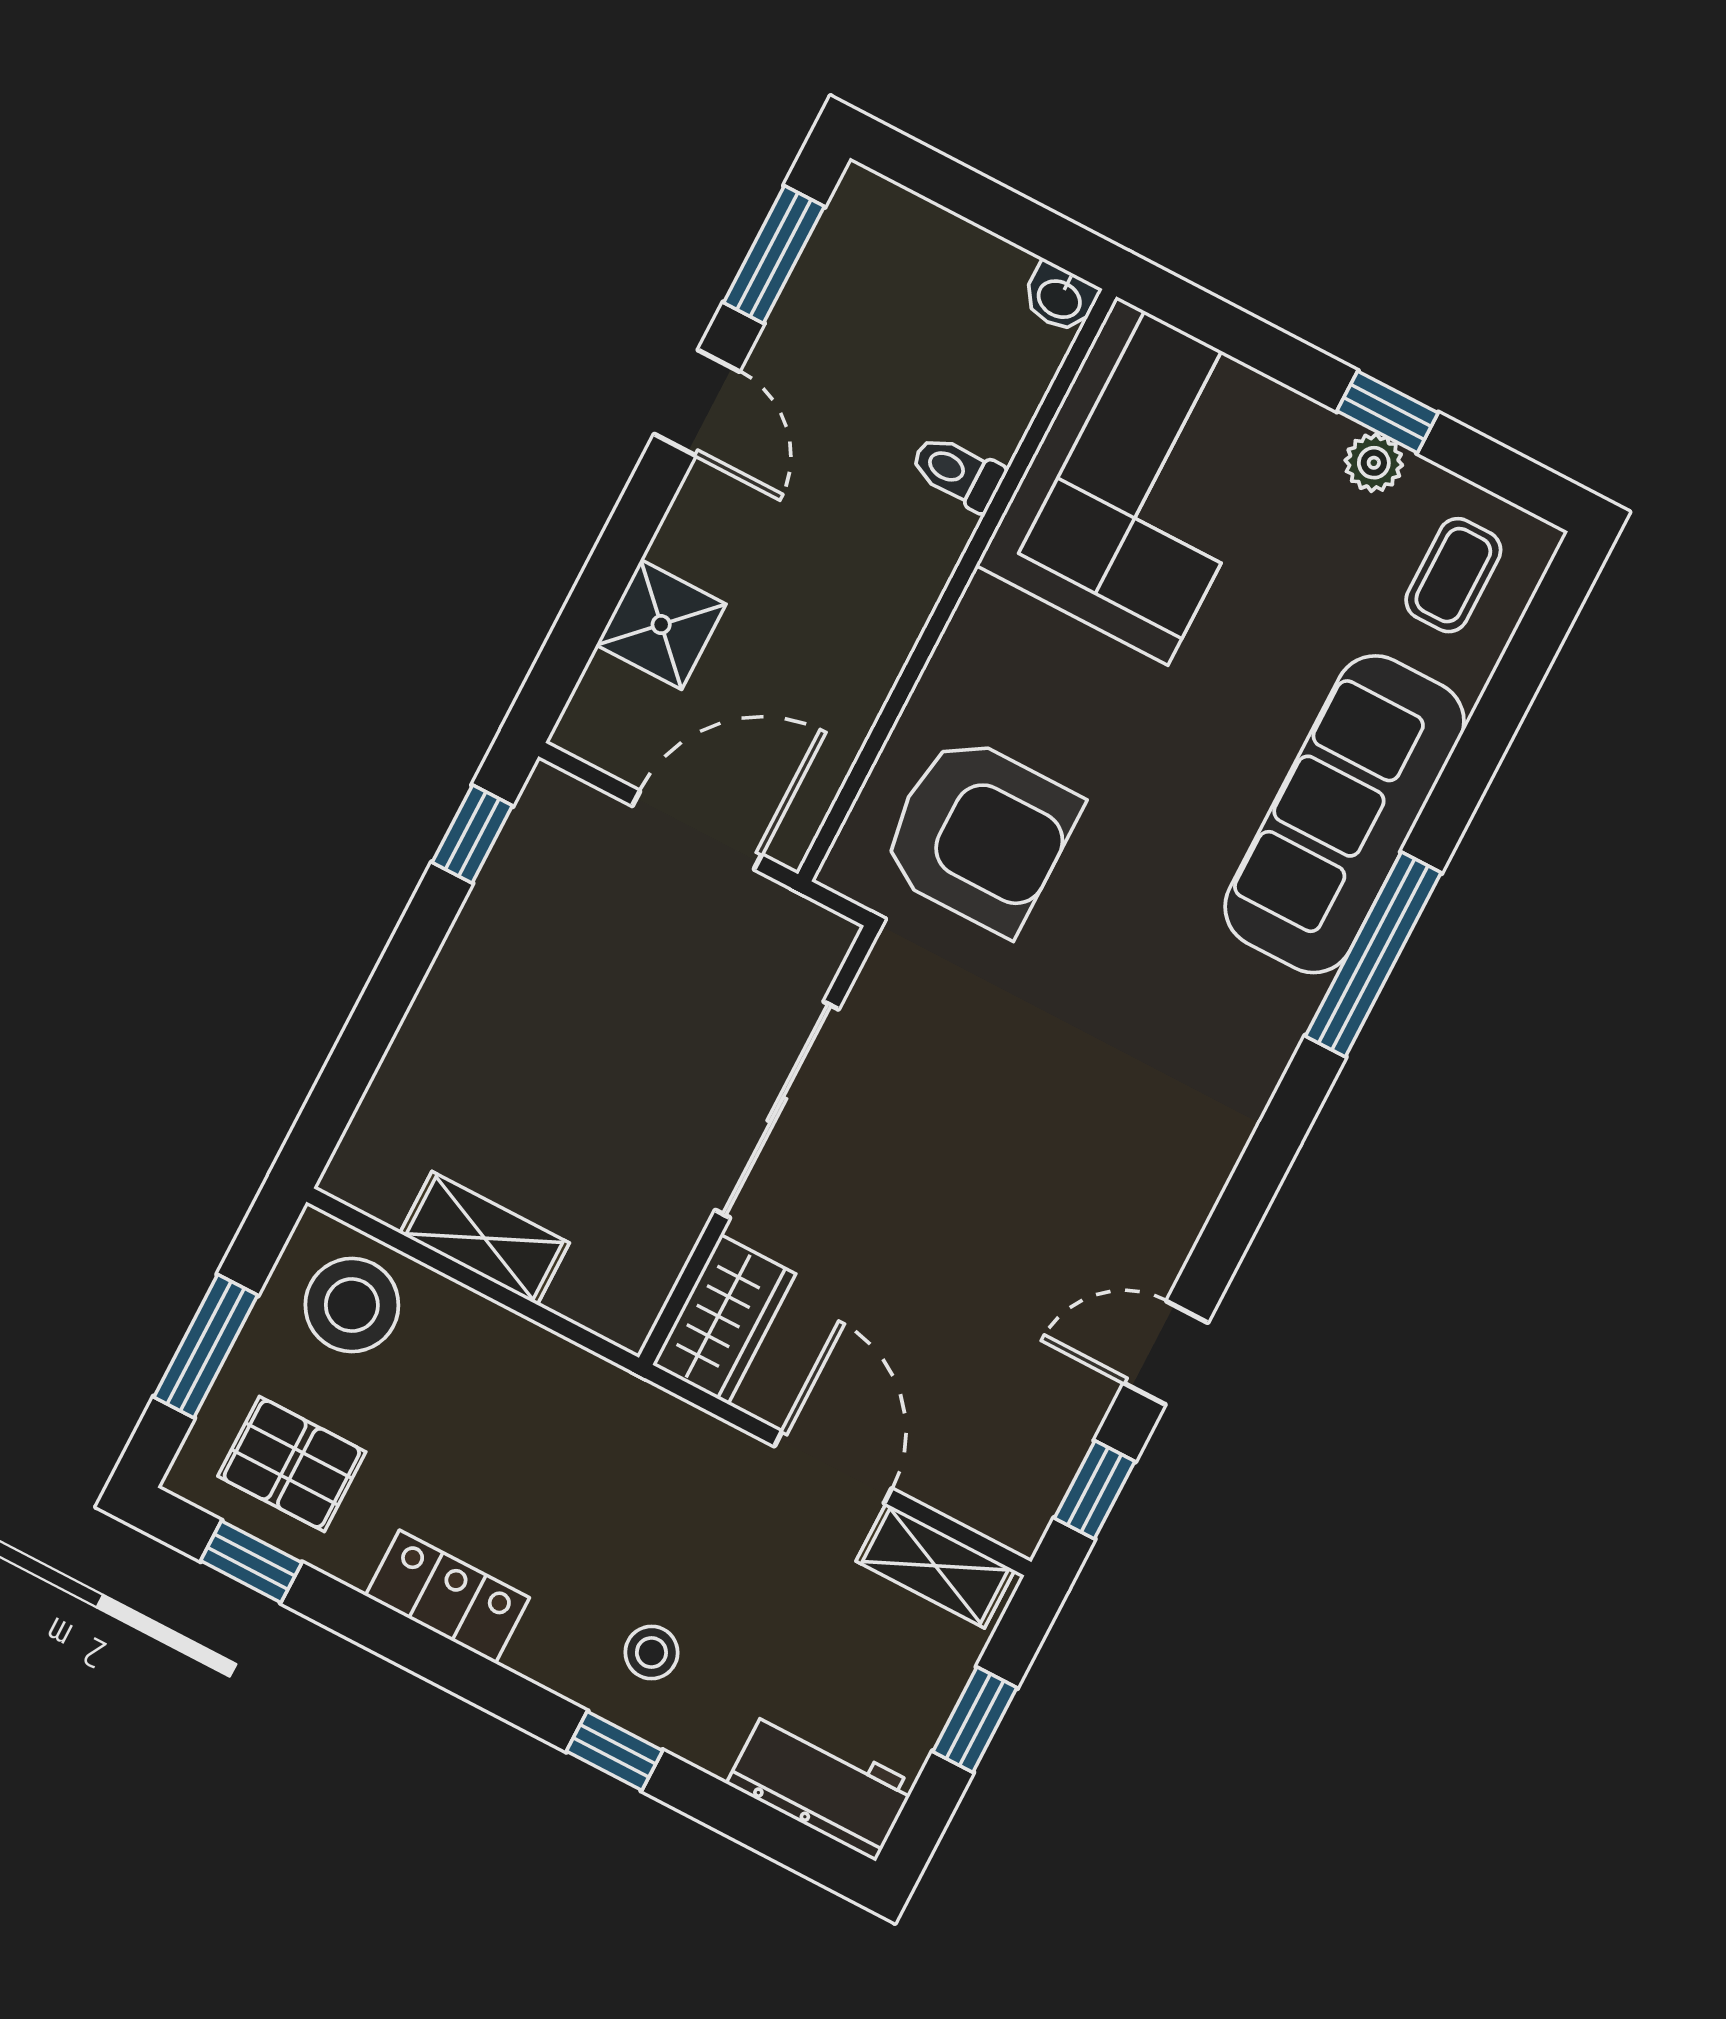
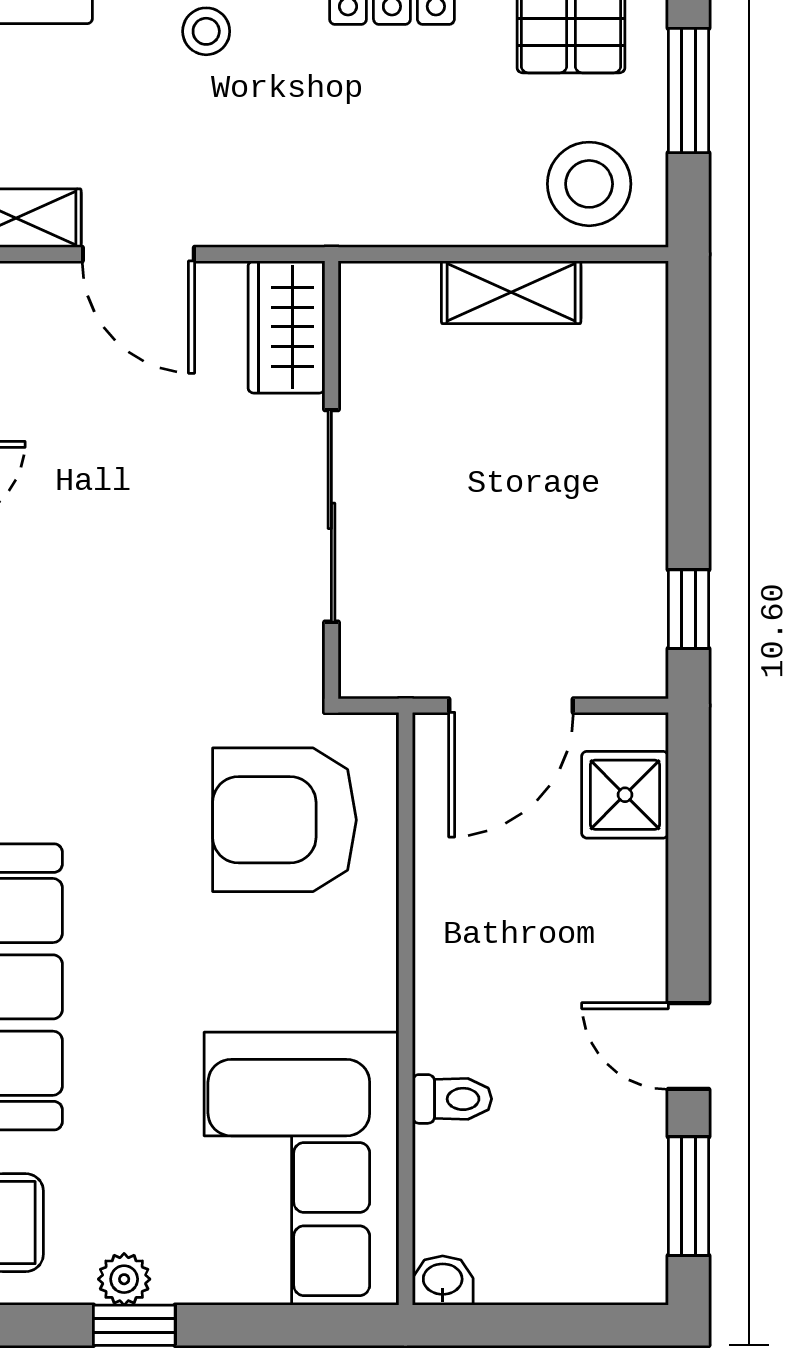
shower: (661, 625) -> (625, 795), moved

